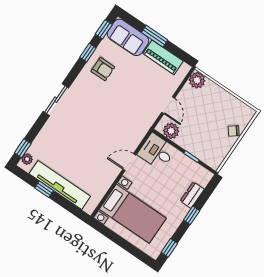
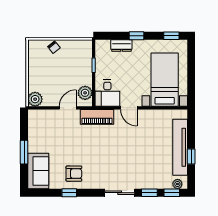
window: (104, 29) -> (149, 193), moved
piano: (163, 57) -> (97, 117), moved, turned 90
armchair: (103, 69) -> (74, 174), turned 90

